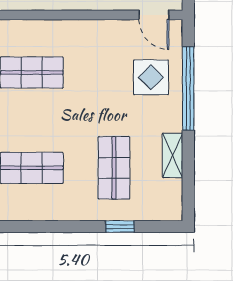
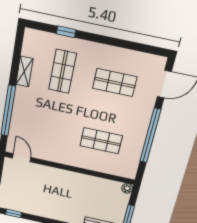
display table: (151, 77) -> (30, 122), removed

